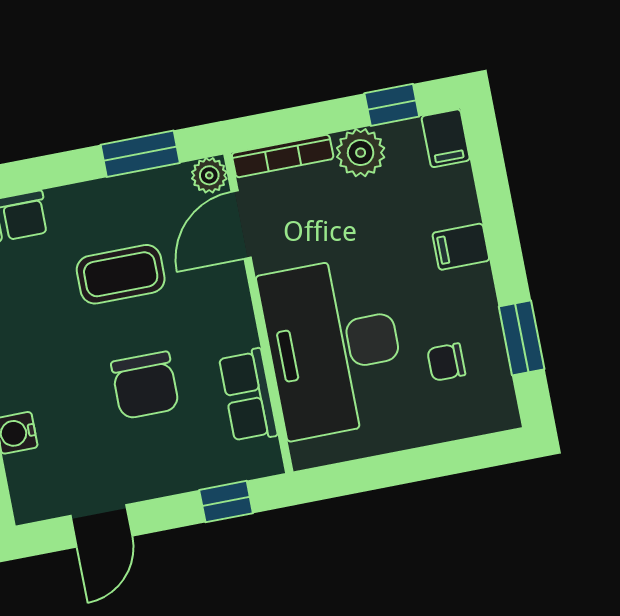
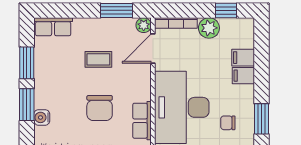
filing cabinet: (446, 138) -> (243, 58), moved, turned 90
coffee table: (121, 274) -> (98, 59), width x0.73, depth x0.77

